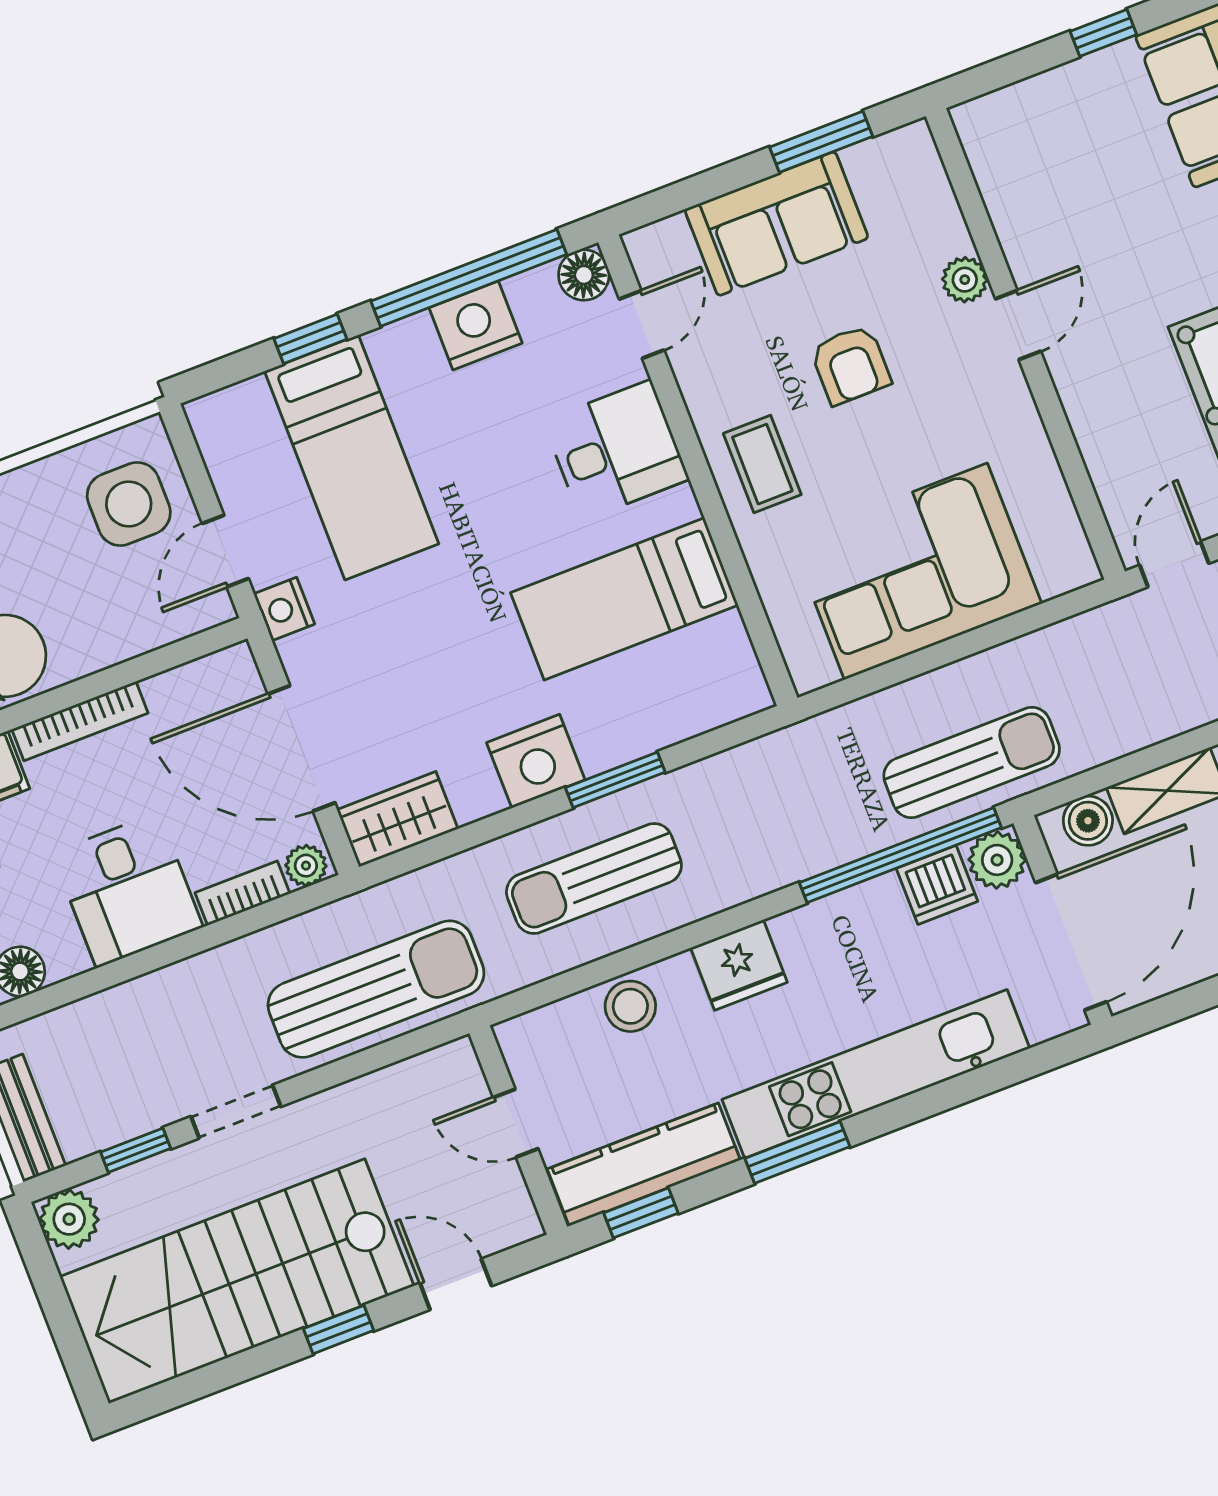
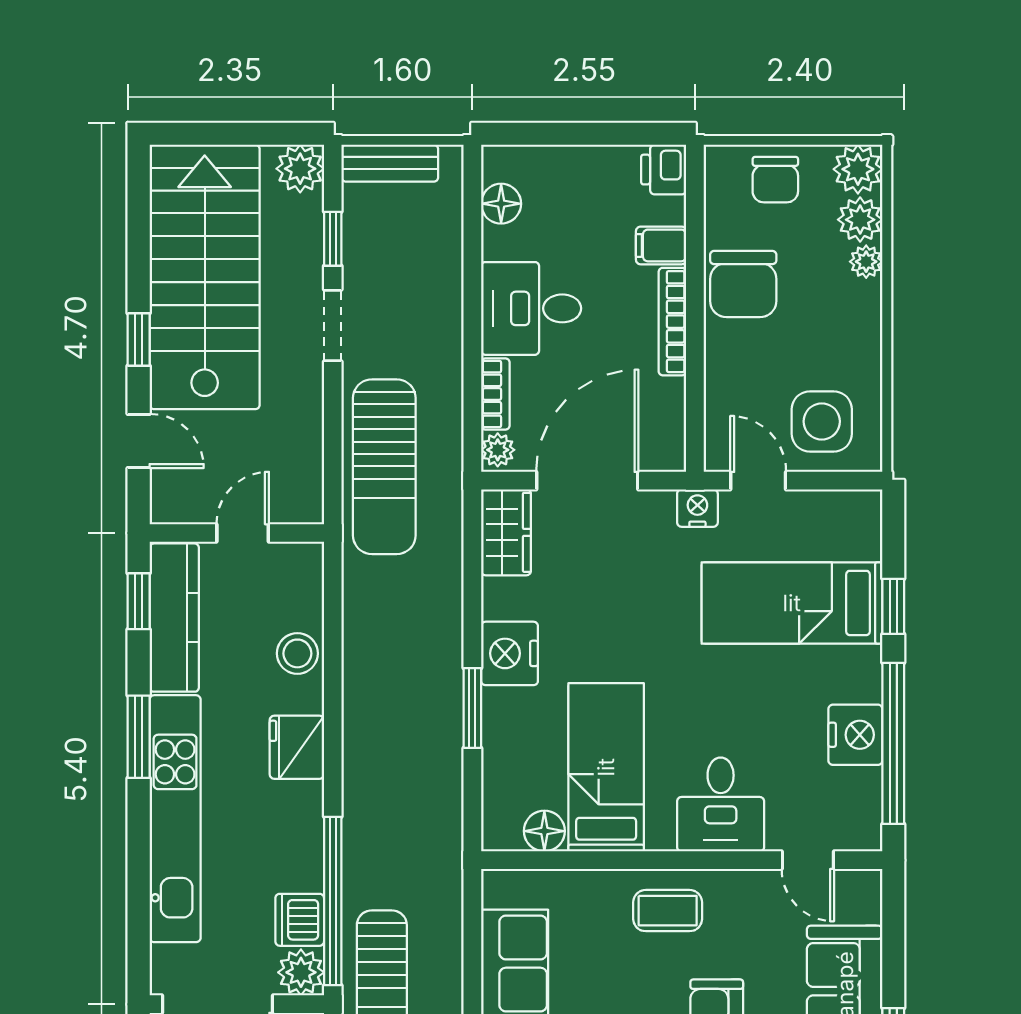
floor lamp: (584, 275) -> (544, 831), moved
sun lounger: (594, 879) -> (404, 663), removed
door: (456, 1284) -> (139, 441), hinge flipped

